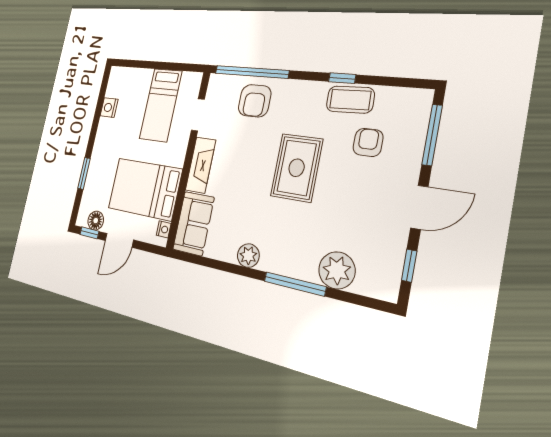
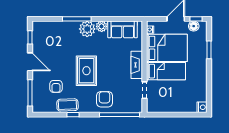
armchair: (255, 101) -> (104, 99), moved
bed: (161, 105) -> (166, 71), moved, turned 90
nightstand: (109, 108) -> (202, 107), moved
door: (419, 207) -> (30, 62), swing flipped
sofa: (193, 223) -> (123, 29), moved, turned -90
plant: (337, 270) -> (87, 29), moved

